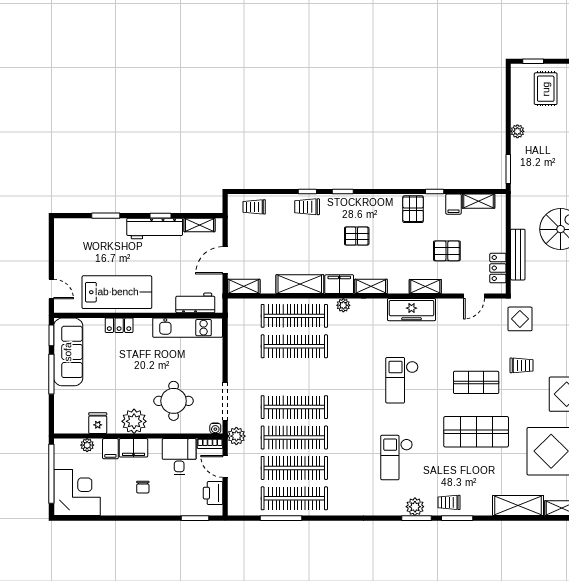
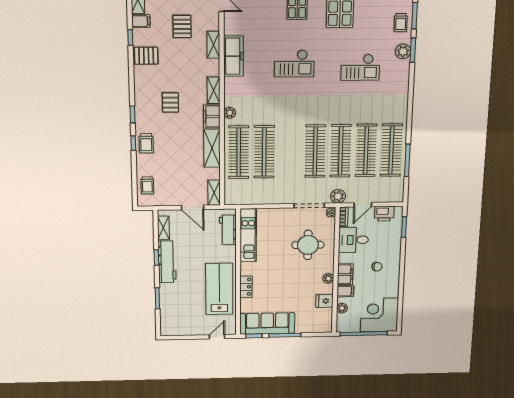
plant: (134, 421) -> (328, 278), width x0.53, depth x0.53

